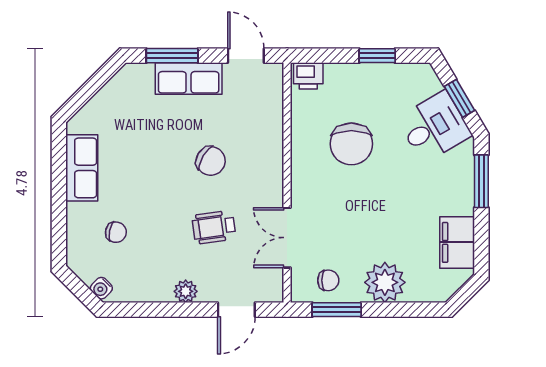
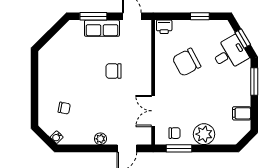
chair: (351, 144) -> (187, 62), turned 62
chair: (211, 161) -> (113, 71), turned 149
row of seats: (82, 168) -> (46, 75), removed
wheelchair: (214, 227) -> (115, 105), removed
filing cabinet: (457, 242) -> (242, 113), width x0.50

